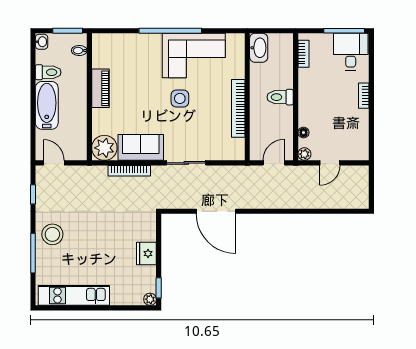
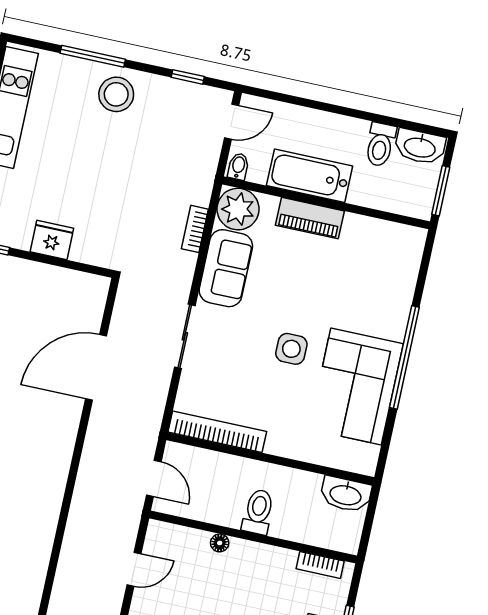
washbasin: (42, 42) -> (420, 147), width x1.91, depth x1.45
bidet: (79, 50) -> (238, 166), moved
piano: (100, 88) -> (310, 218), moved
bathtub: (47, 105) -> (310, 176), moved, turned 180
bookcase: (238, 108) -> (217, 432), moved
floor lamp: (303, 133) -> (220, 543), moved
plant: (304, 154) -> (157, 531), removed
door: (330, 163) -> (134, 569), swing flipped
bookcase: (129, 171) -> (195, 229), width x0.64

